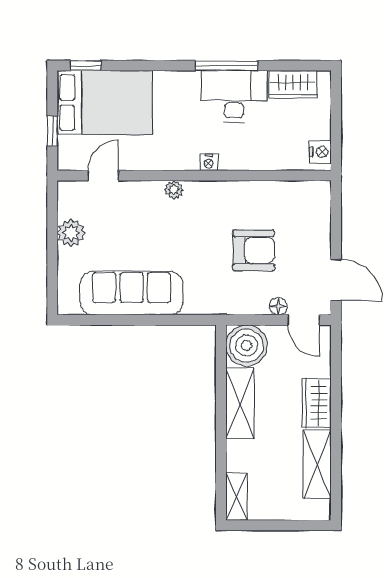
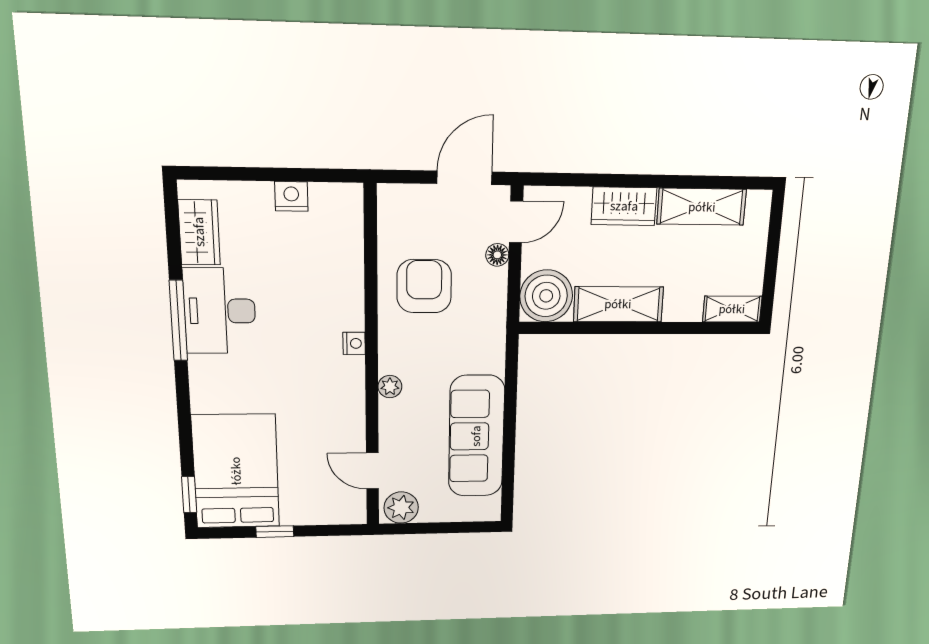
nightstand: (209, 162) -> (354, 343), moved
door: (103, 176) -> (372, 471), moved
wall: (194, 176) -> (372, 362), moved
plant: (174, 190) -> (390, 387), moved

